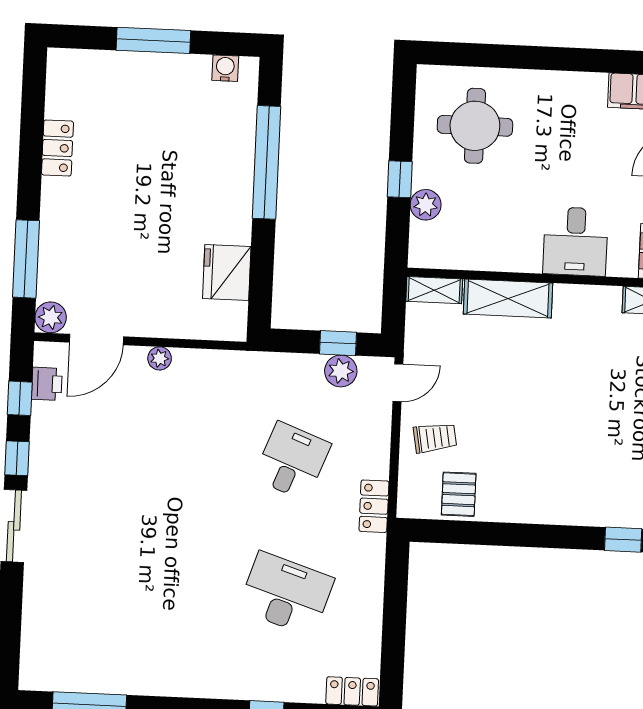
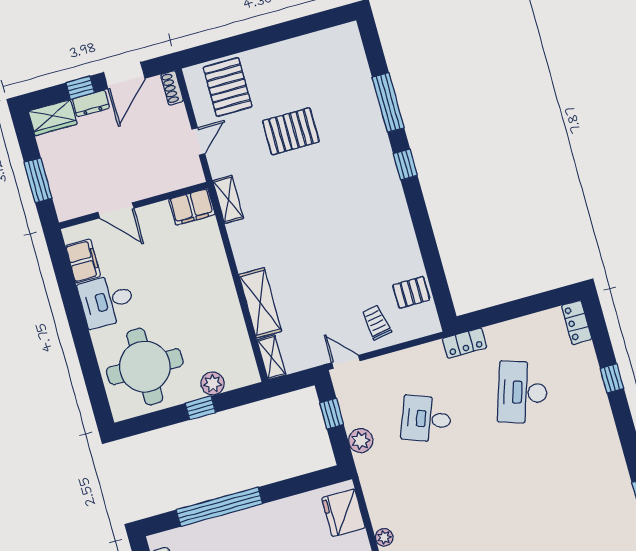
round table: (475, 126) -> (145, 367), width x1.36, depth x1.36
desk: (576, 241) -> (107, 301), moved, turned 180
fridge: (227, 273) -> (343, 513), moved, turned 90
plant: (341, 371) -> (361, 441), moved
locker: (374, 506) -> (465, 343), moved

